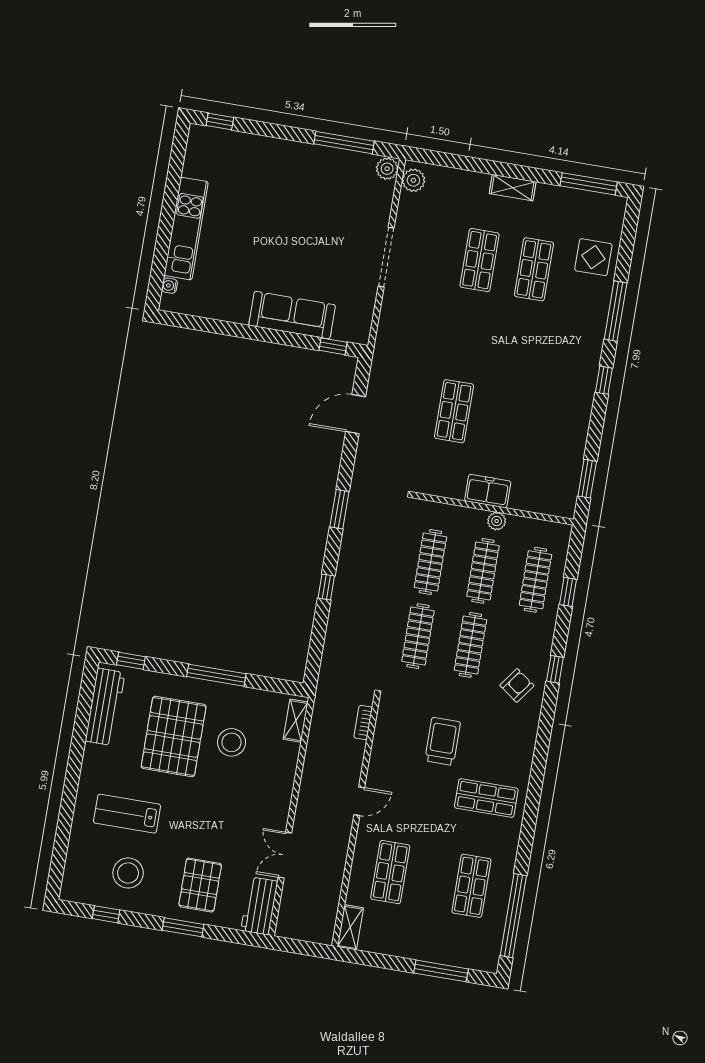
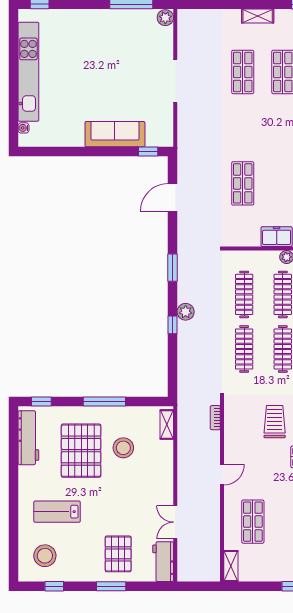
plant: (413, 180) -> (186, 312), moved
kitchen unit: (186, 229) -> (28, 72), width x1.36
stool: (128, 873) -> (45, 556), moved

